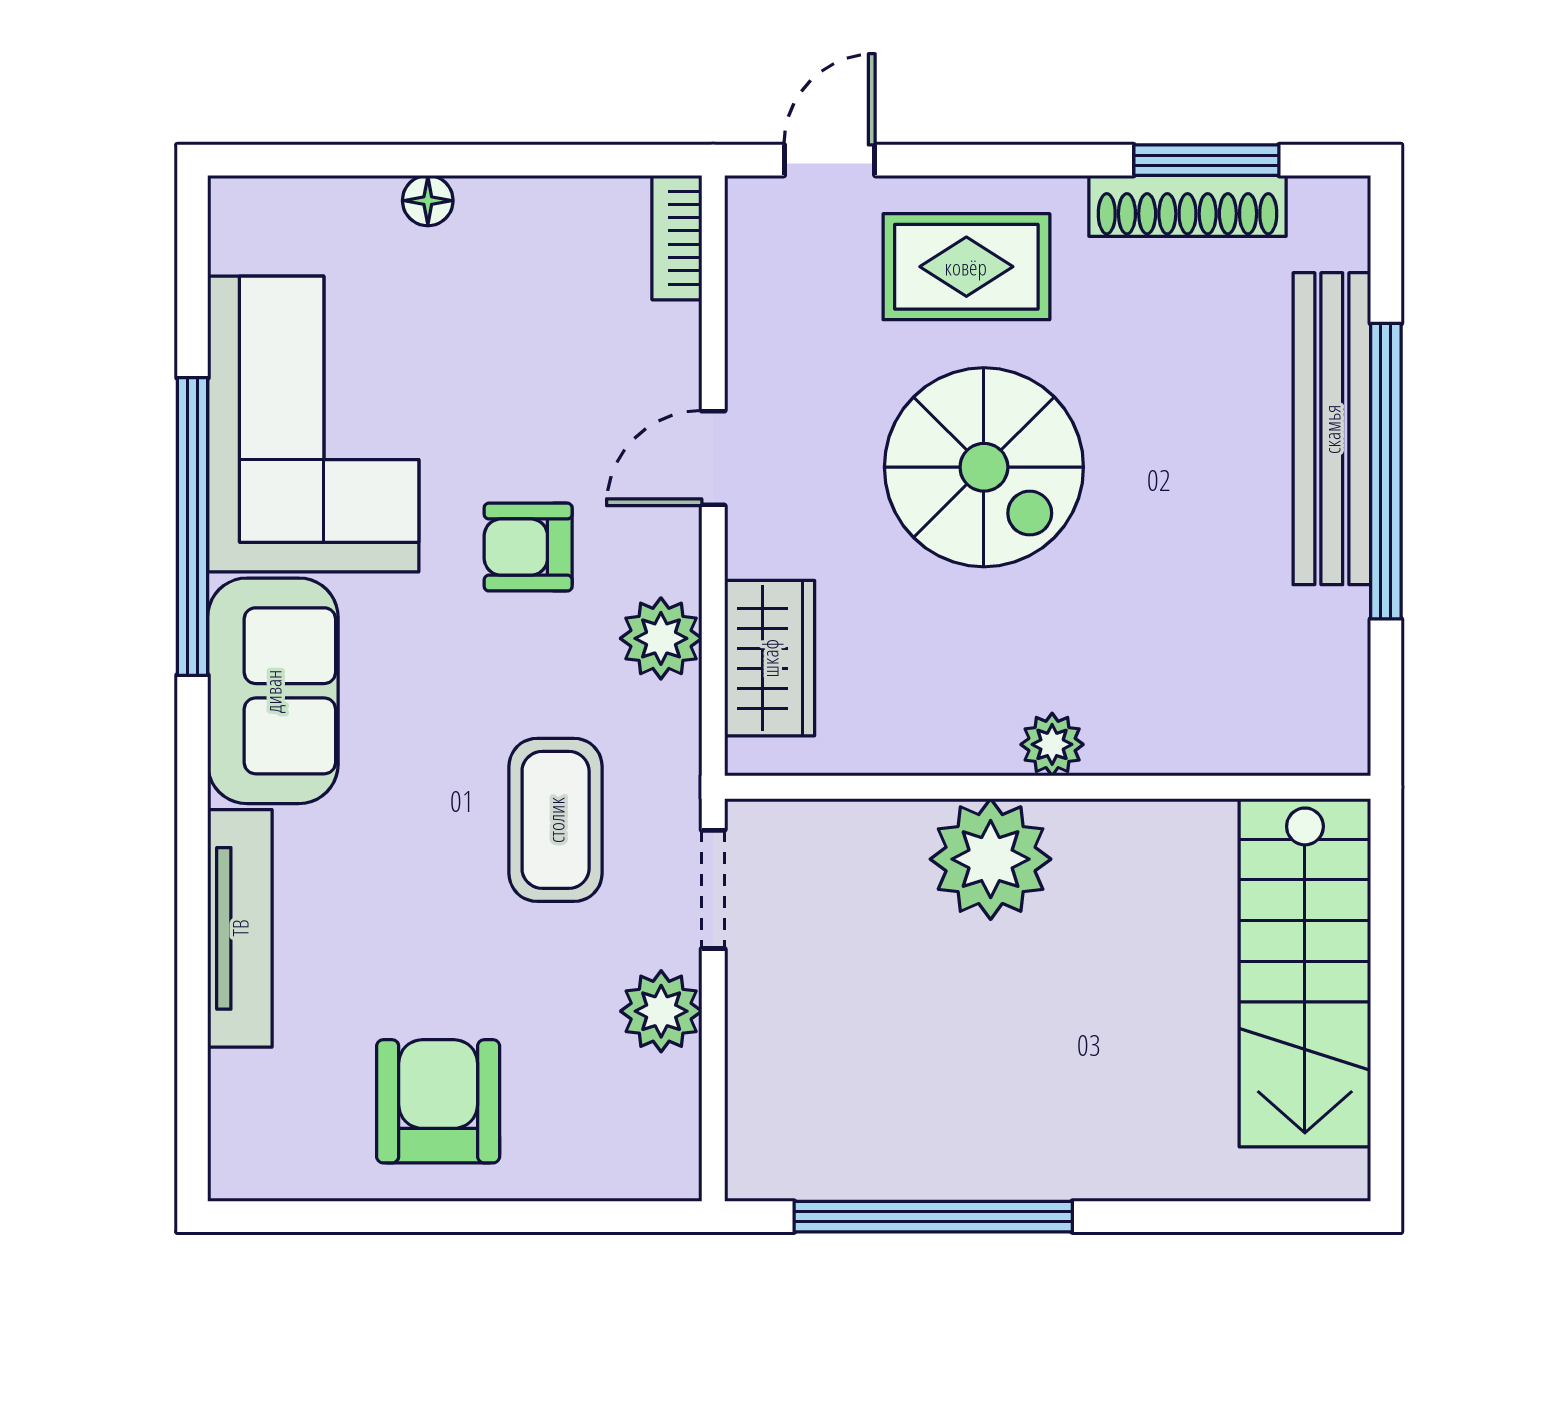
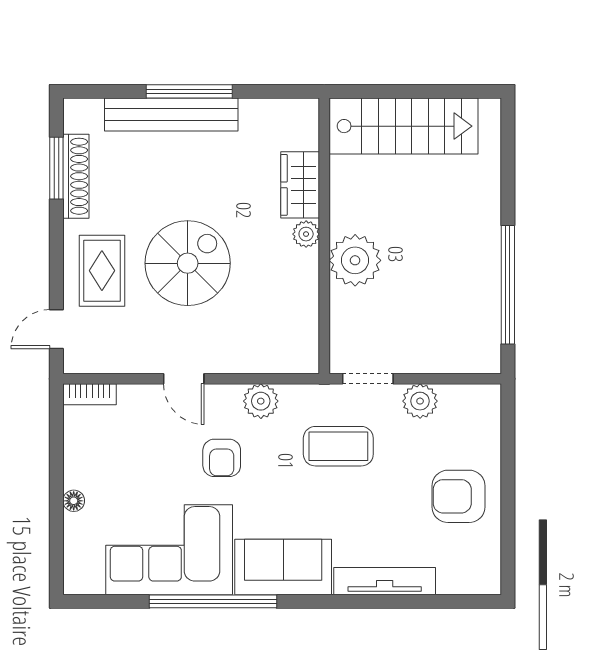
door: (830, 160) -> (56, 329), hinge flipped
window: (1386, 471) -> (189, 91), width x0.68
wardrobe: (770, 658) -> (300, 185), moved, turned -90

